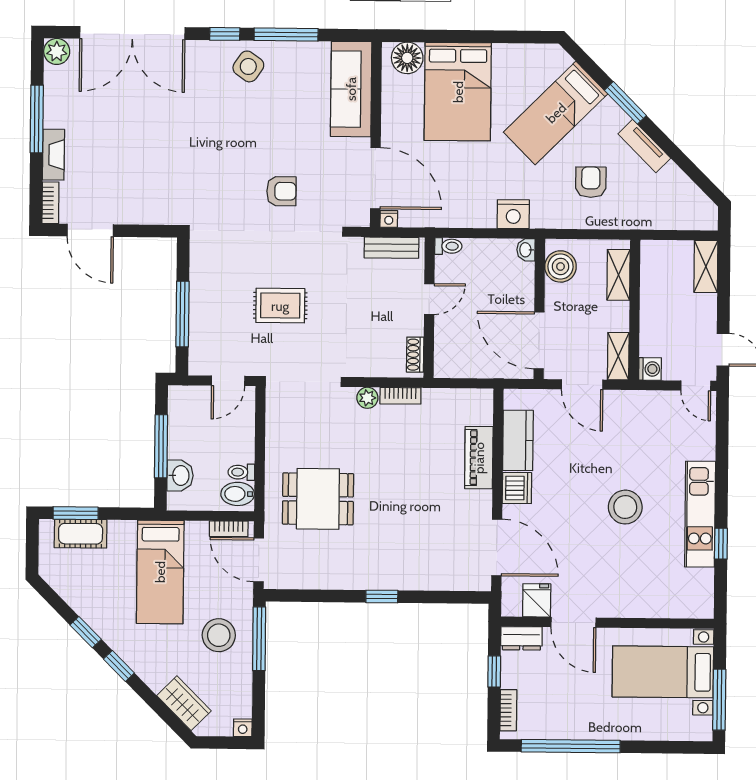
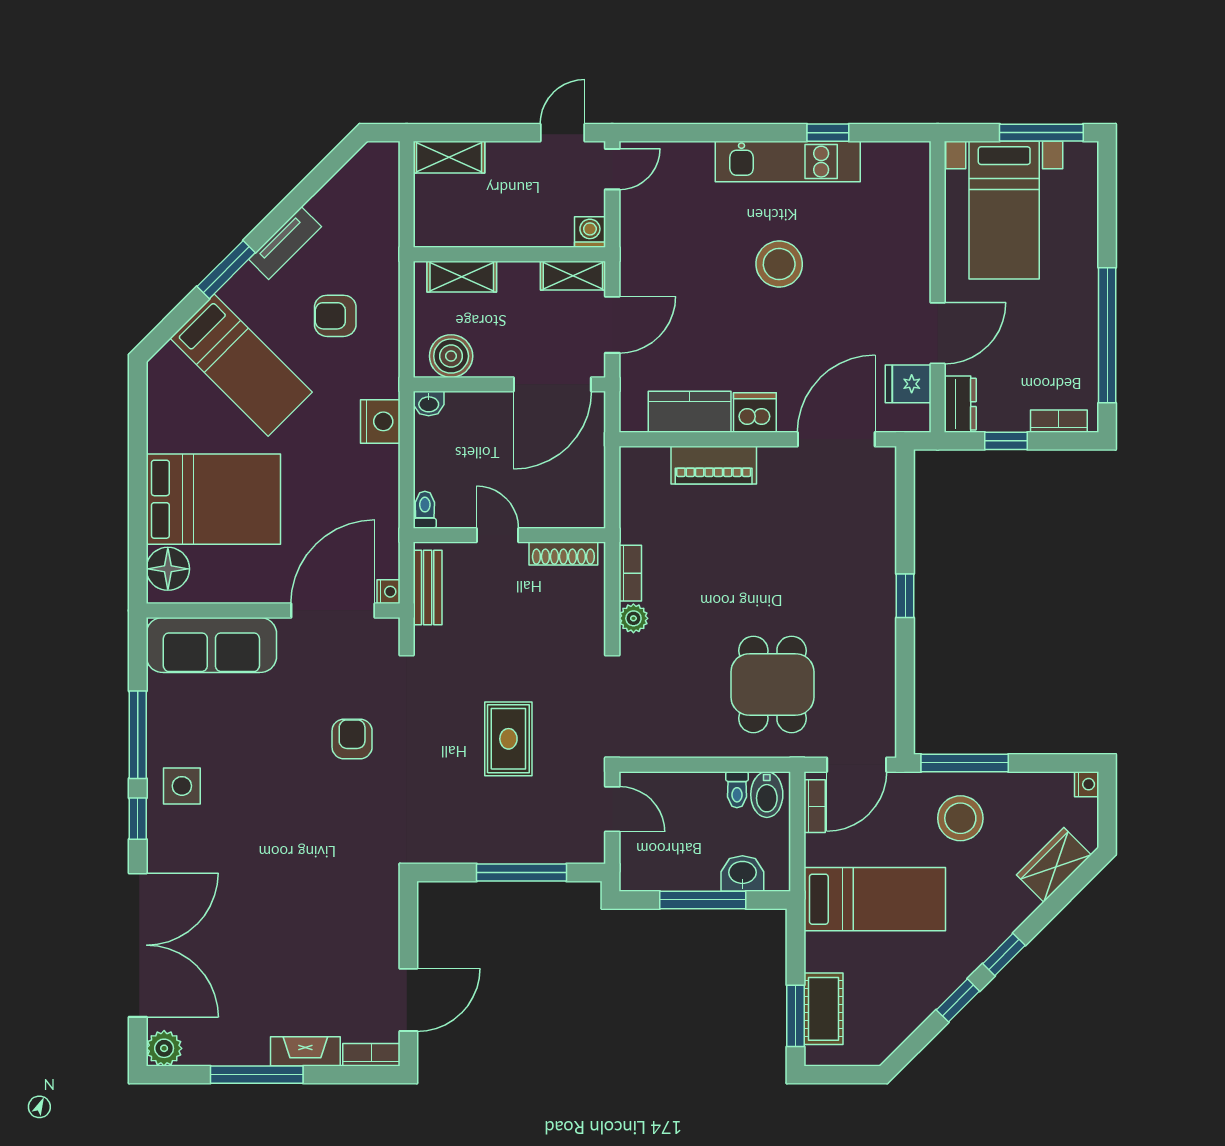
side table: (248, 66) -> (182, 786), turned -35
shoe rack: (415, 355) -> (563, 554), width x1.43

